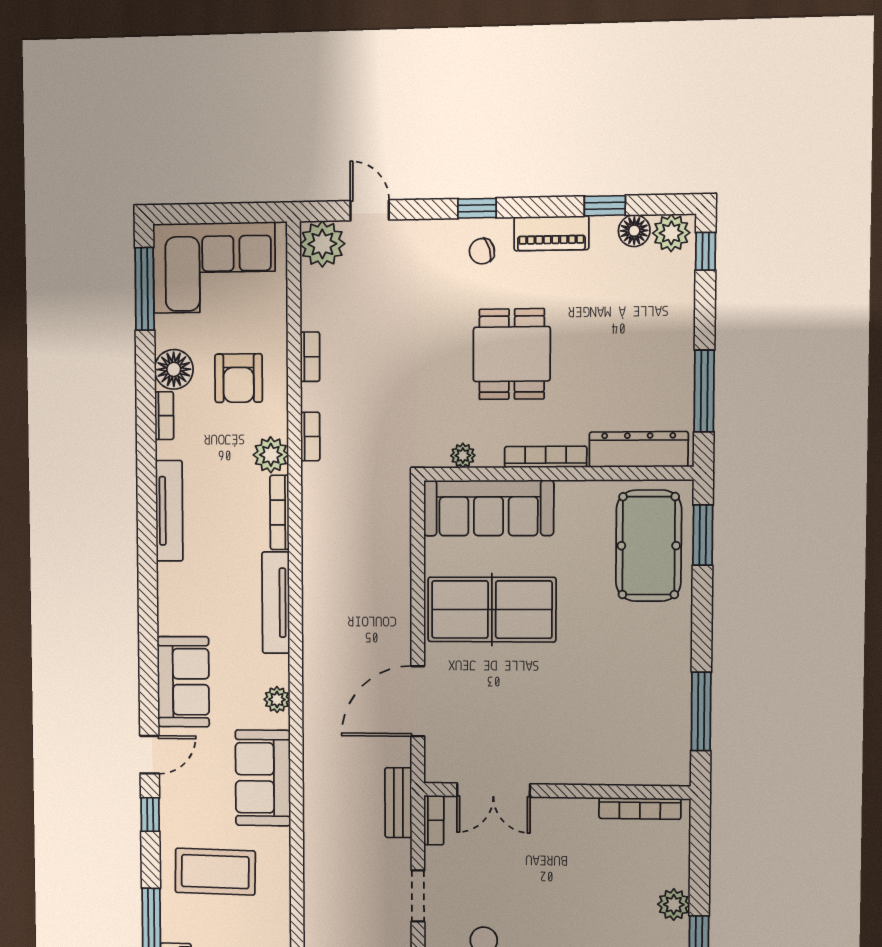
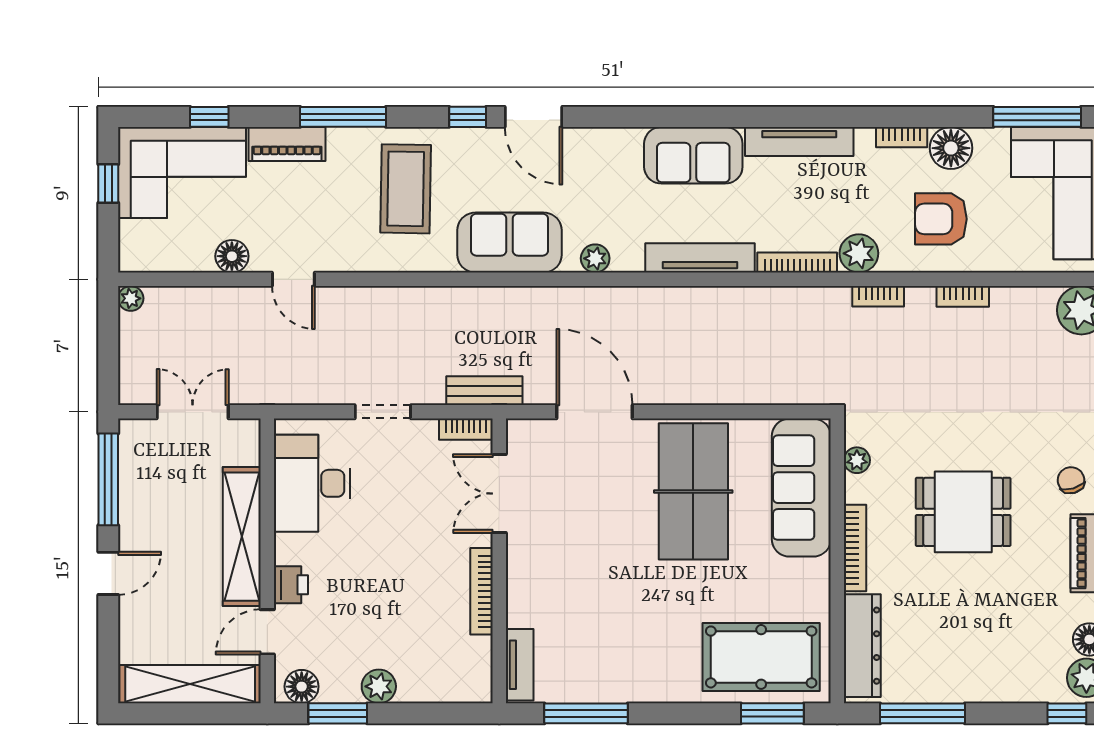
sofa: (183, 682) -> (693, 155), moved
door: (150, 755) -> (534, 117), width x1.38
tv unit: (654, 773) -> (520, 665), added
bookcase: (640, 809) -> (482, 591), moved

